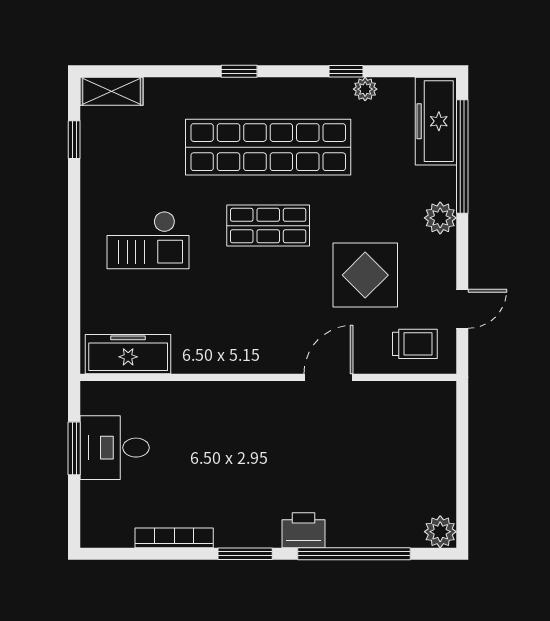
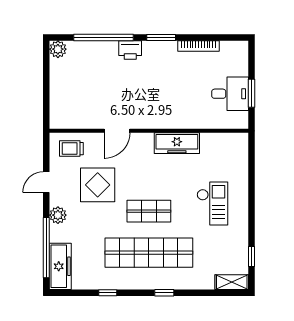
plant: (365, 89) -> (98, 283), removed
checkout: (148, 240) -> (212, 203), turned 90
door: (462, 309) -> (46, 182), moved
freezer: (128, 354) -> (177, 143), moved

